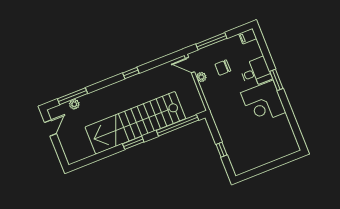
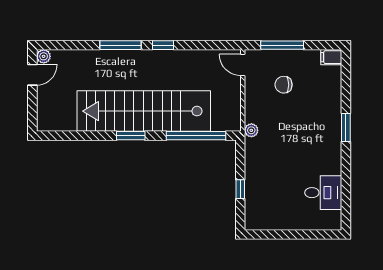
desk: (256, 72) -> (323, 193), moved
plant: (201, 77) -> (251, 130), moved
window: (72, 96) -> (120, 45), moved
corner desk: (263, 103) -> (318, 150), removed
plant: (74, 104) -> (44, 56), moved

